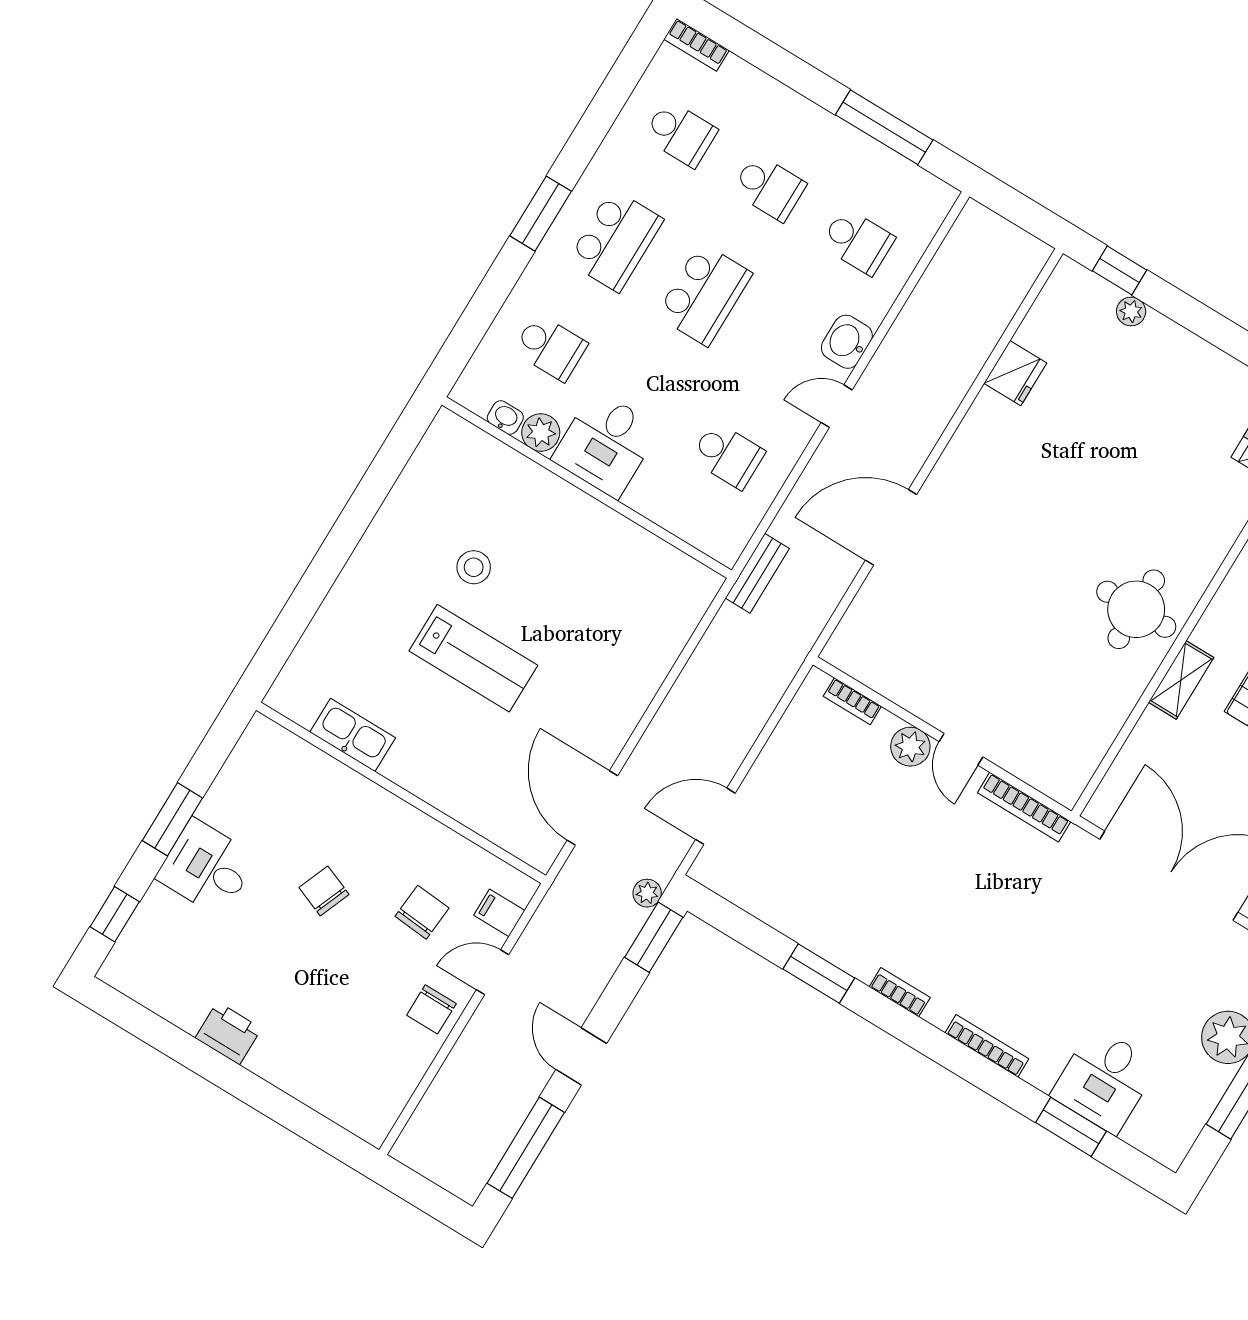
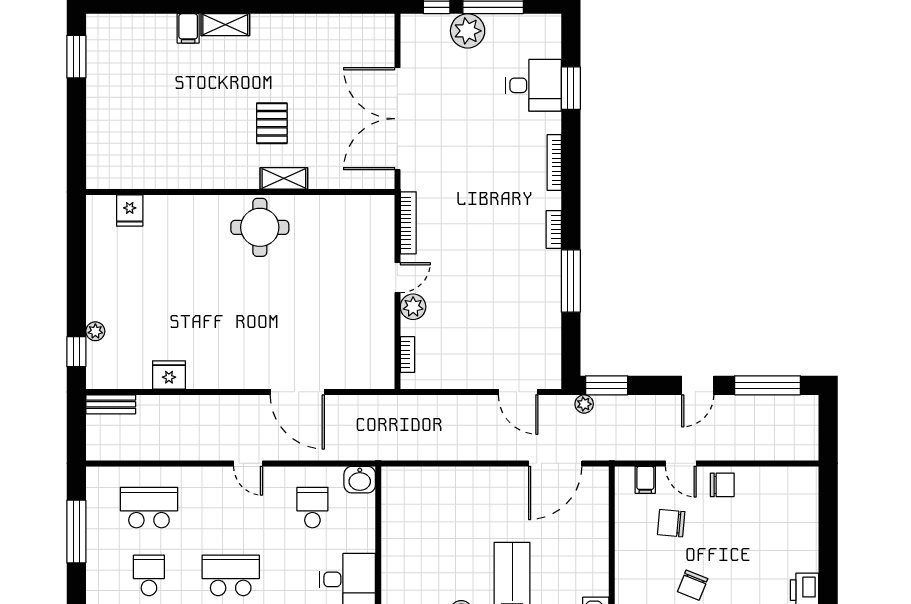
school desk: (858, 241) -> (149, 508), width x1.85
washbasin: (847, 342) -> (360, 480), moved
bench: (757, 573) -> (111, 404), moved
window: (819, 973) -> (571, 281), width x1.44

